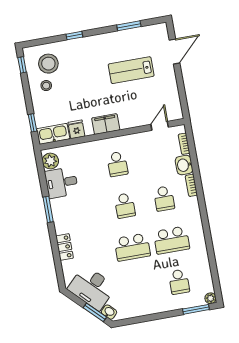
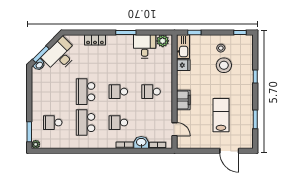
stool: (48, 64) -> (224, 65), moved
filing cabinet: (106, 124) -> (183, 100), moved

